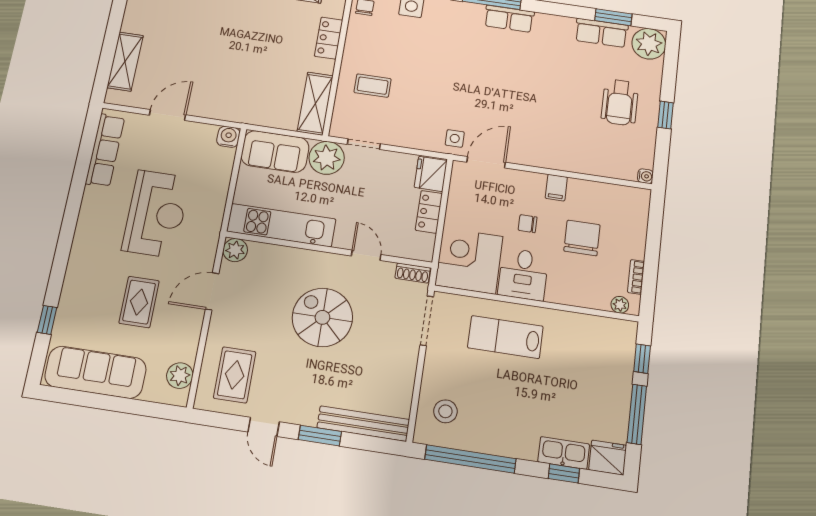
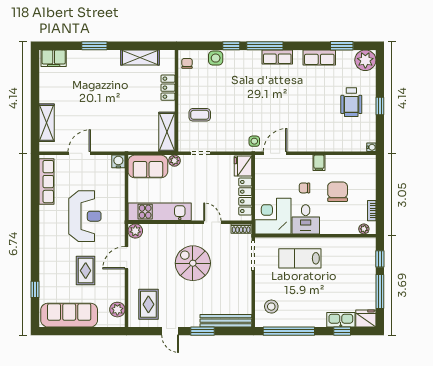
row of seats: (601, 33) -> (319, 57), moved
plant: (327, 158) -> (174, 161), width x0.53, depth x0.53
locker: (429, 212) -> (245, 196), width x1.53

